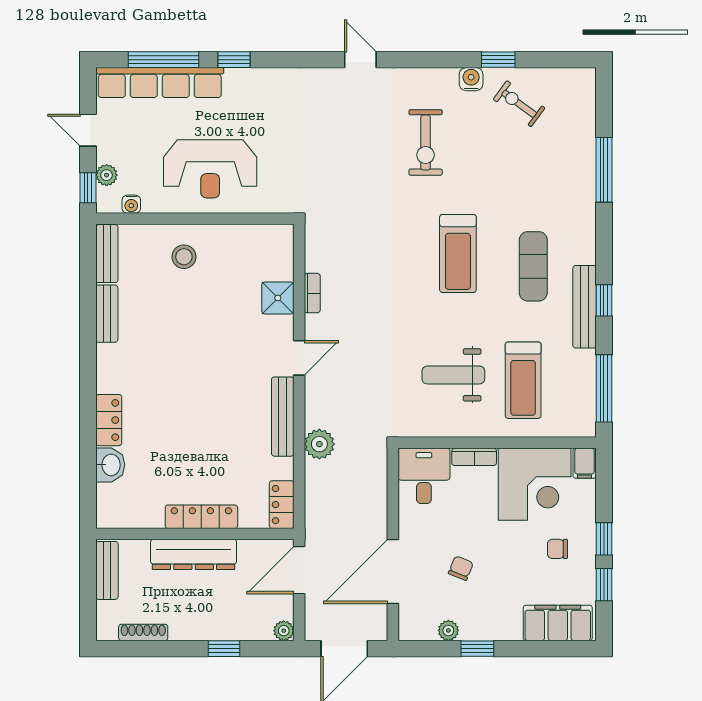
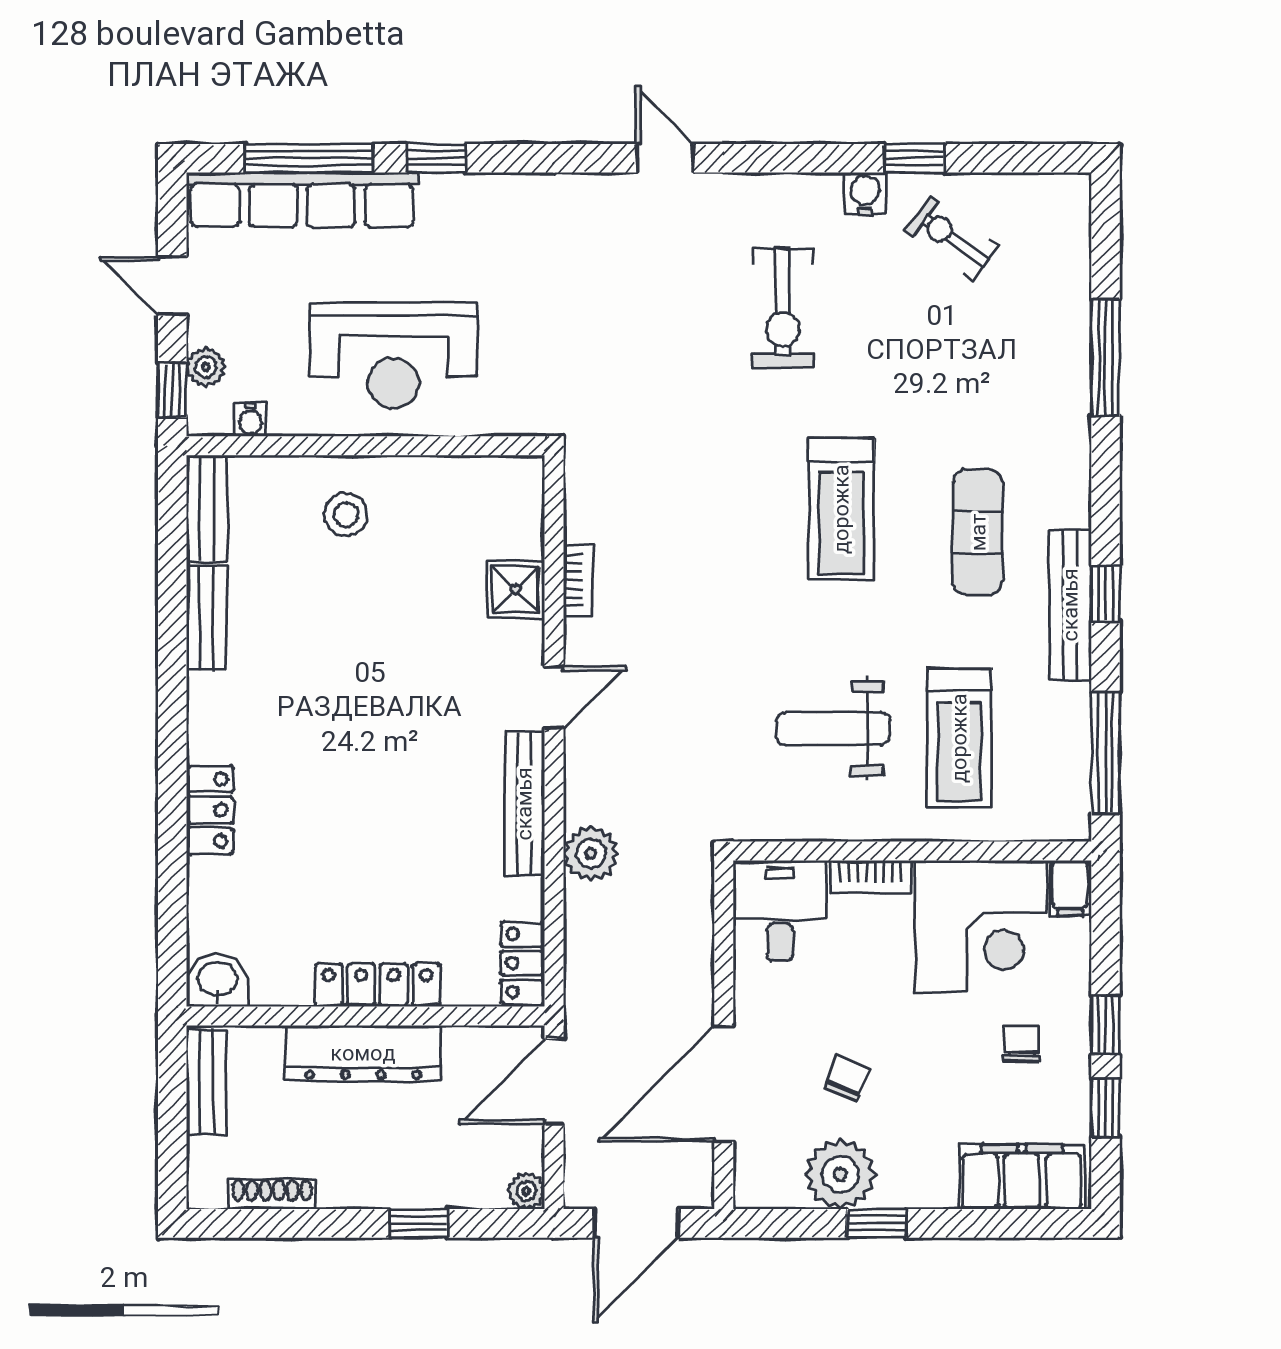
washbasin: (110, 465) -> (217, 980), moved, turned -90
chair: (557, 549) -> (1021, 1043), turned 90
plant: (448, 630) -> (840, 1174), width x1.88, depth x1.88

